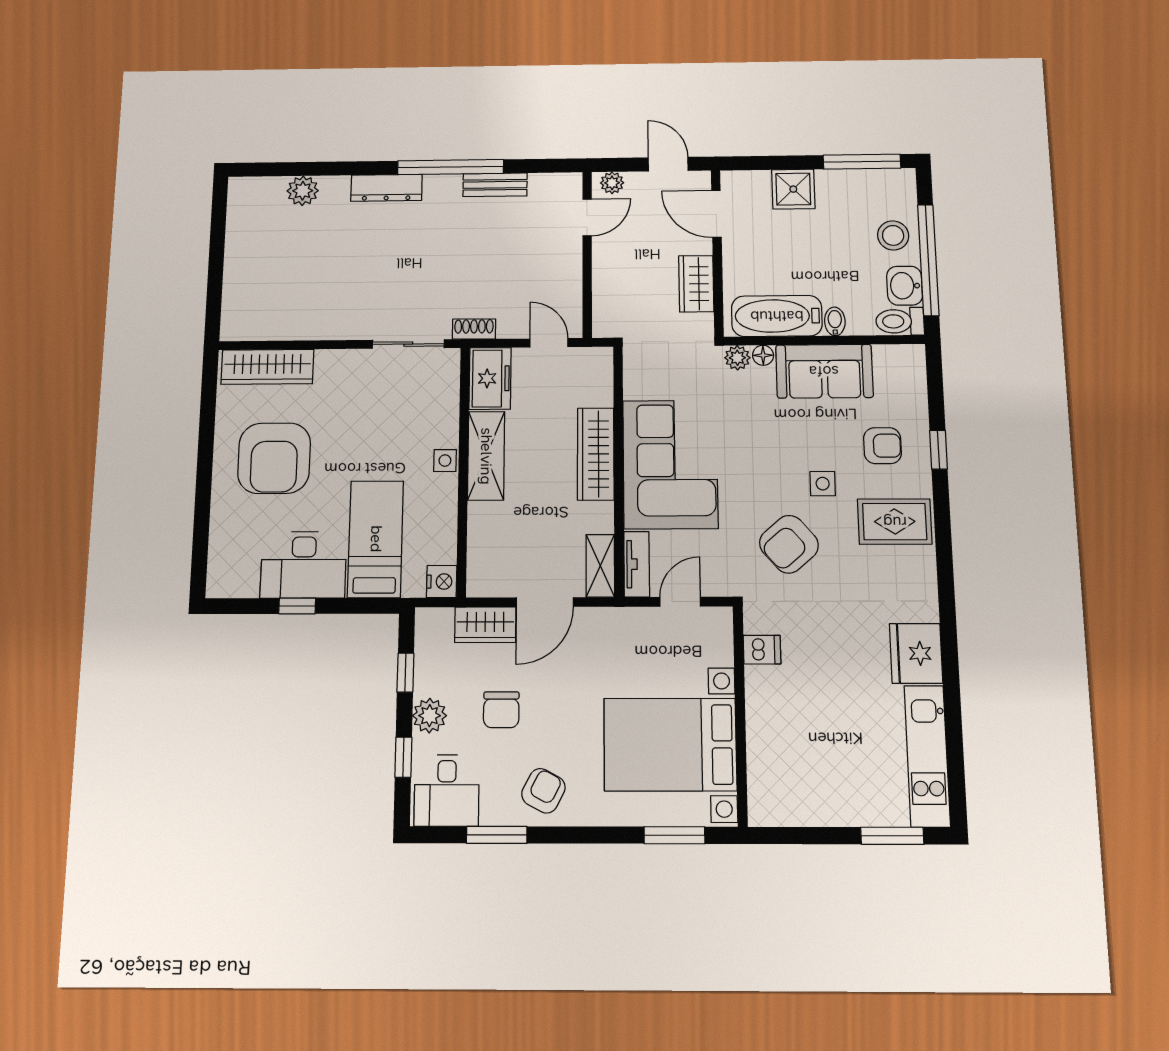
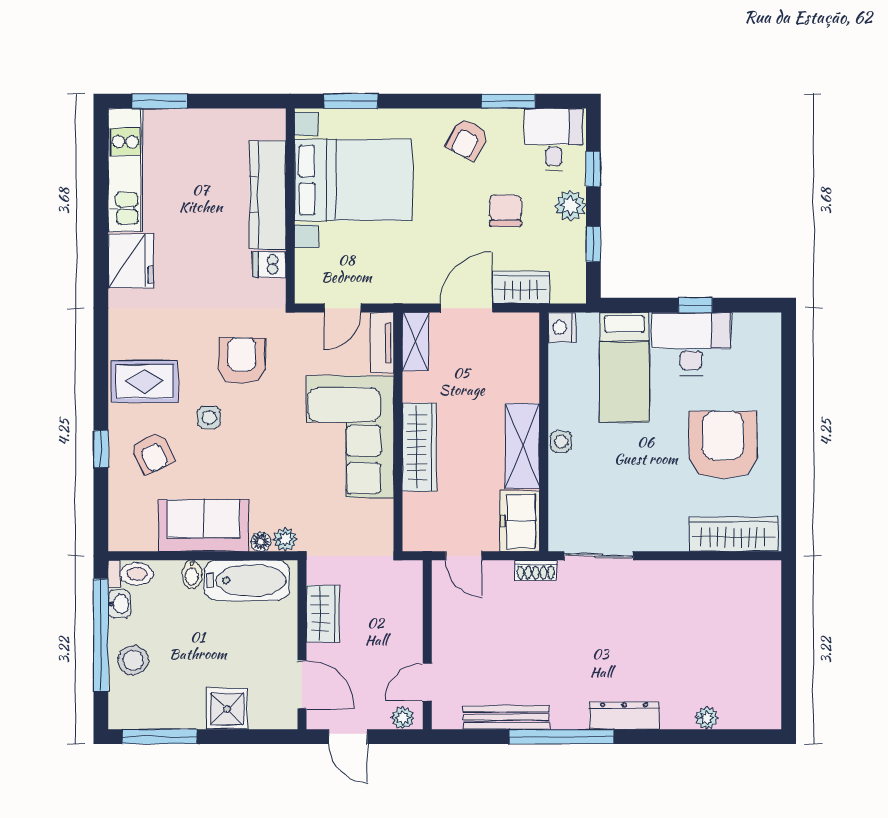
bench: (495, 185) -> (506, 717), width x1.36
plant: (303, 191) -> (707, 718), width x0.73, depth x0.73
washbasin: (905, 286) -> (119, 604), width x0.72, depth x0.69
armchair: (882, 446) -> (152, 453), turned -116
armchair: (789, 544) -> (242, 361), turned -49
kitchen counter: (766, 728) -> (268, 195), added

